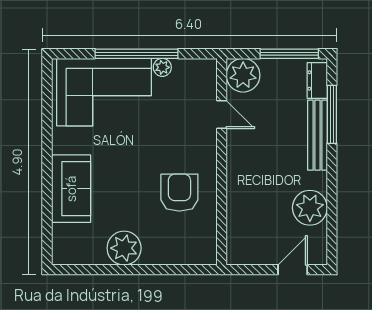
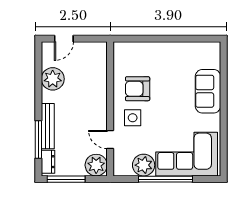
plant: (162, 67) -> (144, 165), width x1.88, depth x1.88
side table: (187, 148) -> (133, 118), added
armchair: (179, 193) -> (138, 89), turned 90
plant: (124, 248) -> (174, 53), removed

